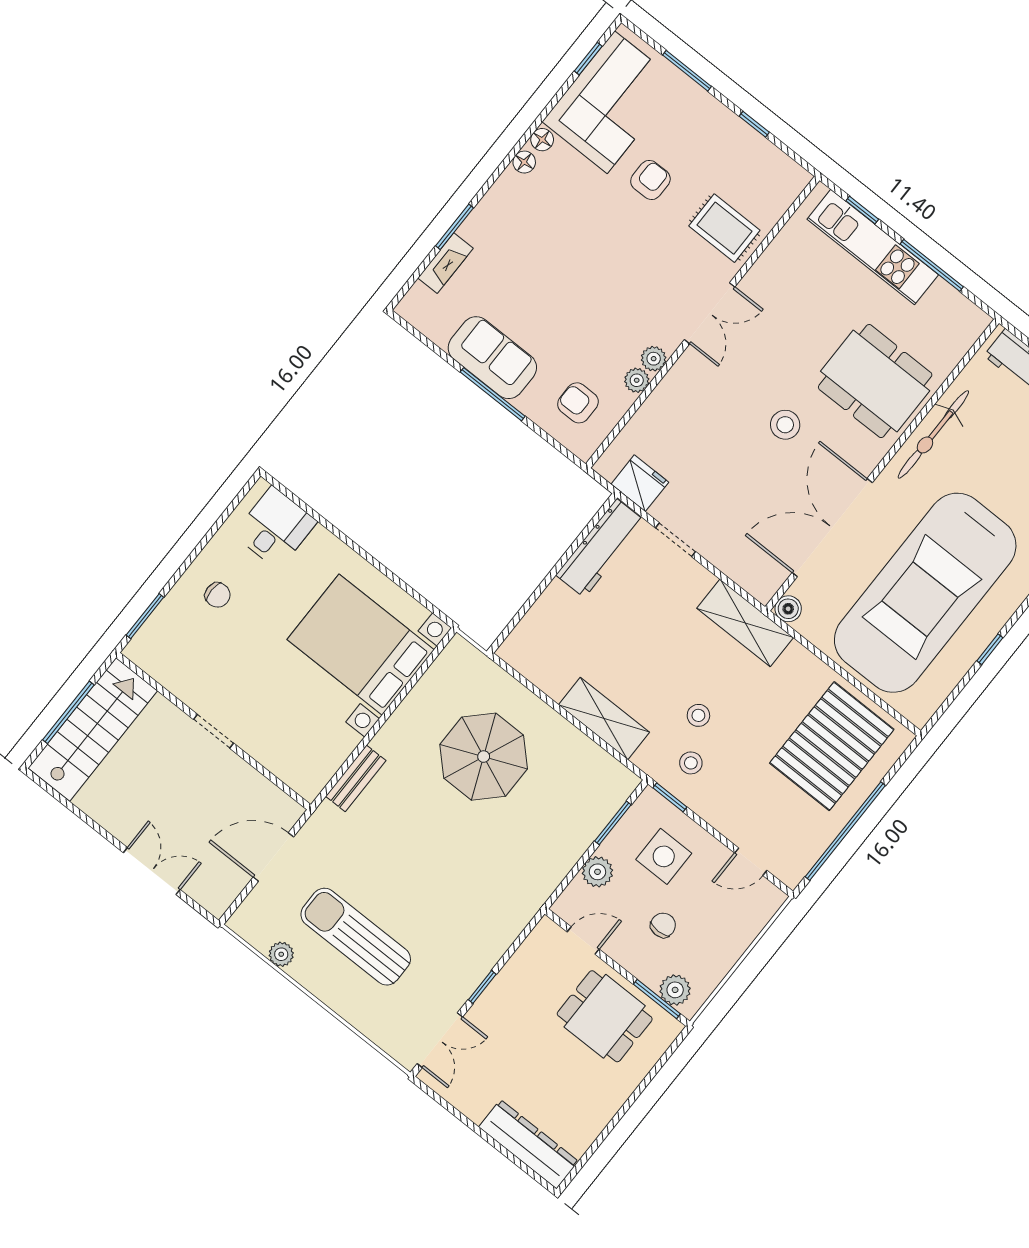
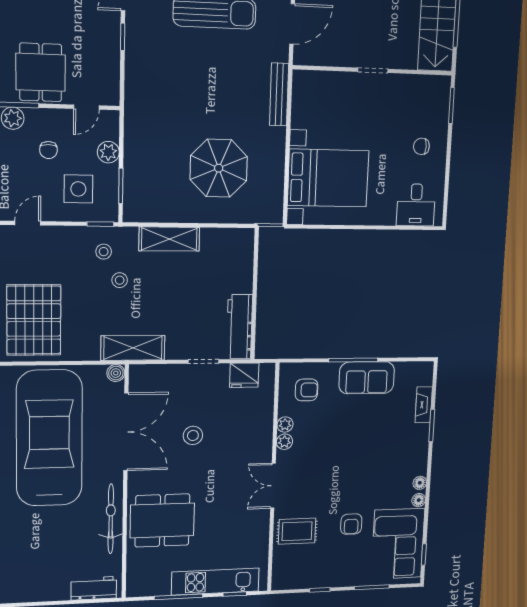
stool: (785, 425) -> (193, 435), moved
bench: (356, 778) -> (279, 94), width x1.36
dining table: (605, 1016) -> (41, 72), turned 90

